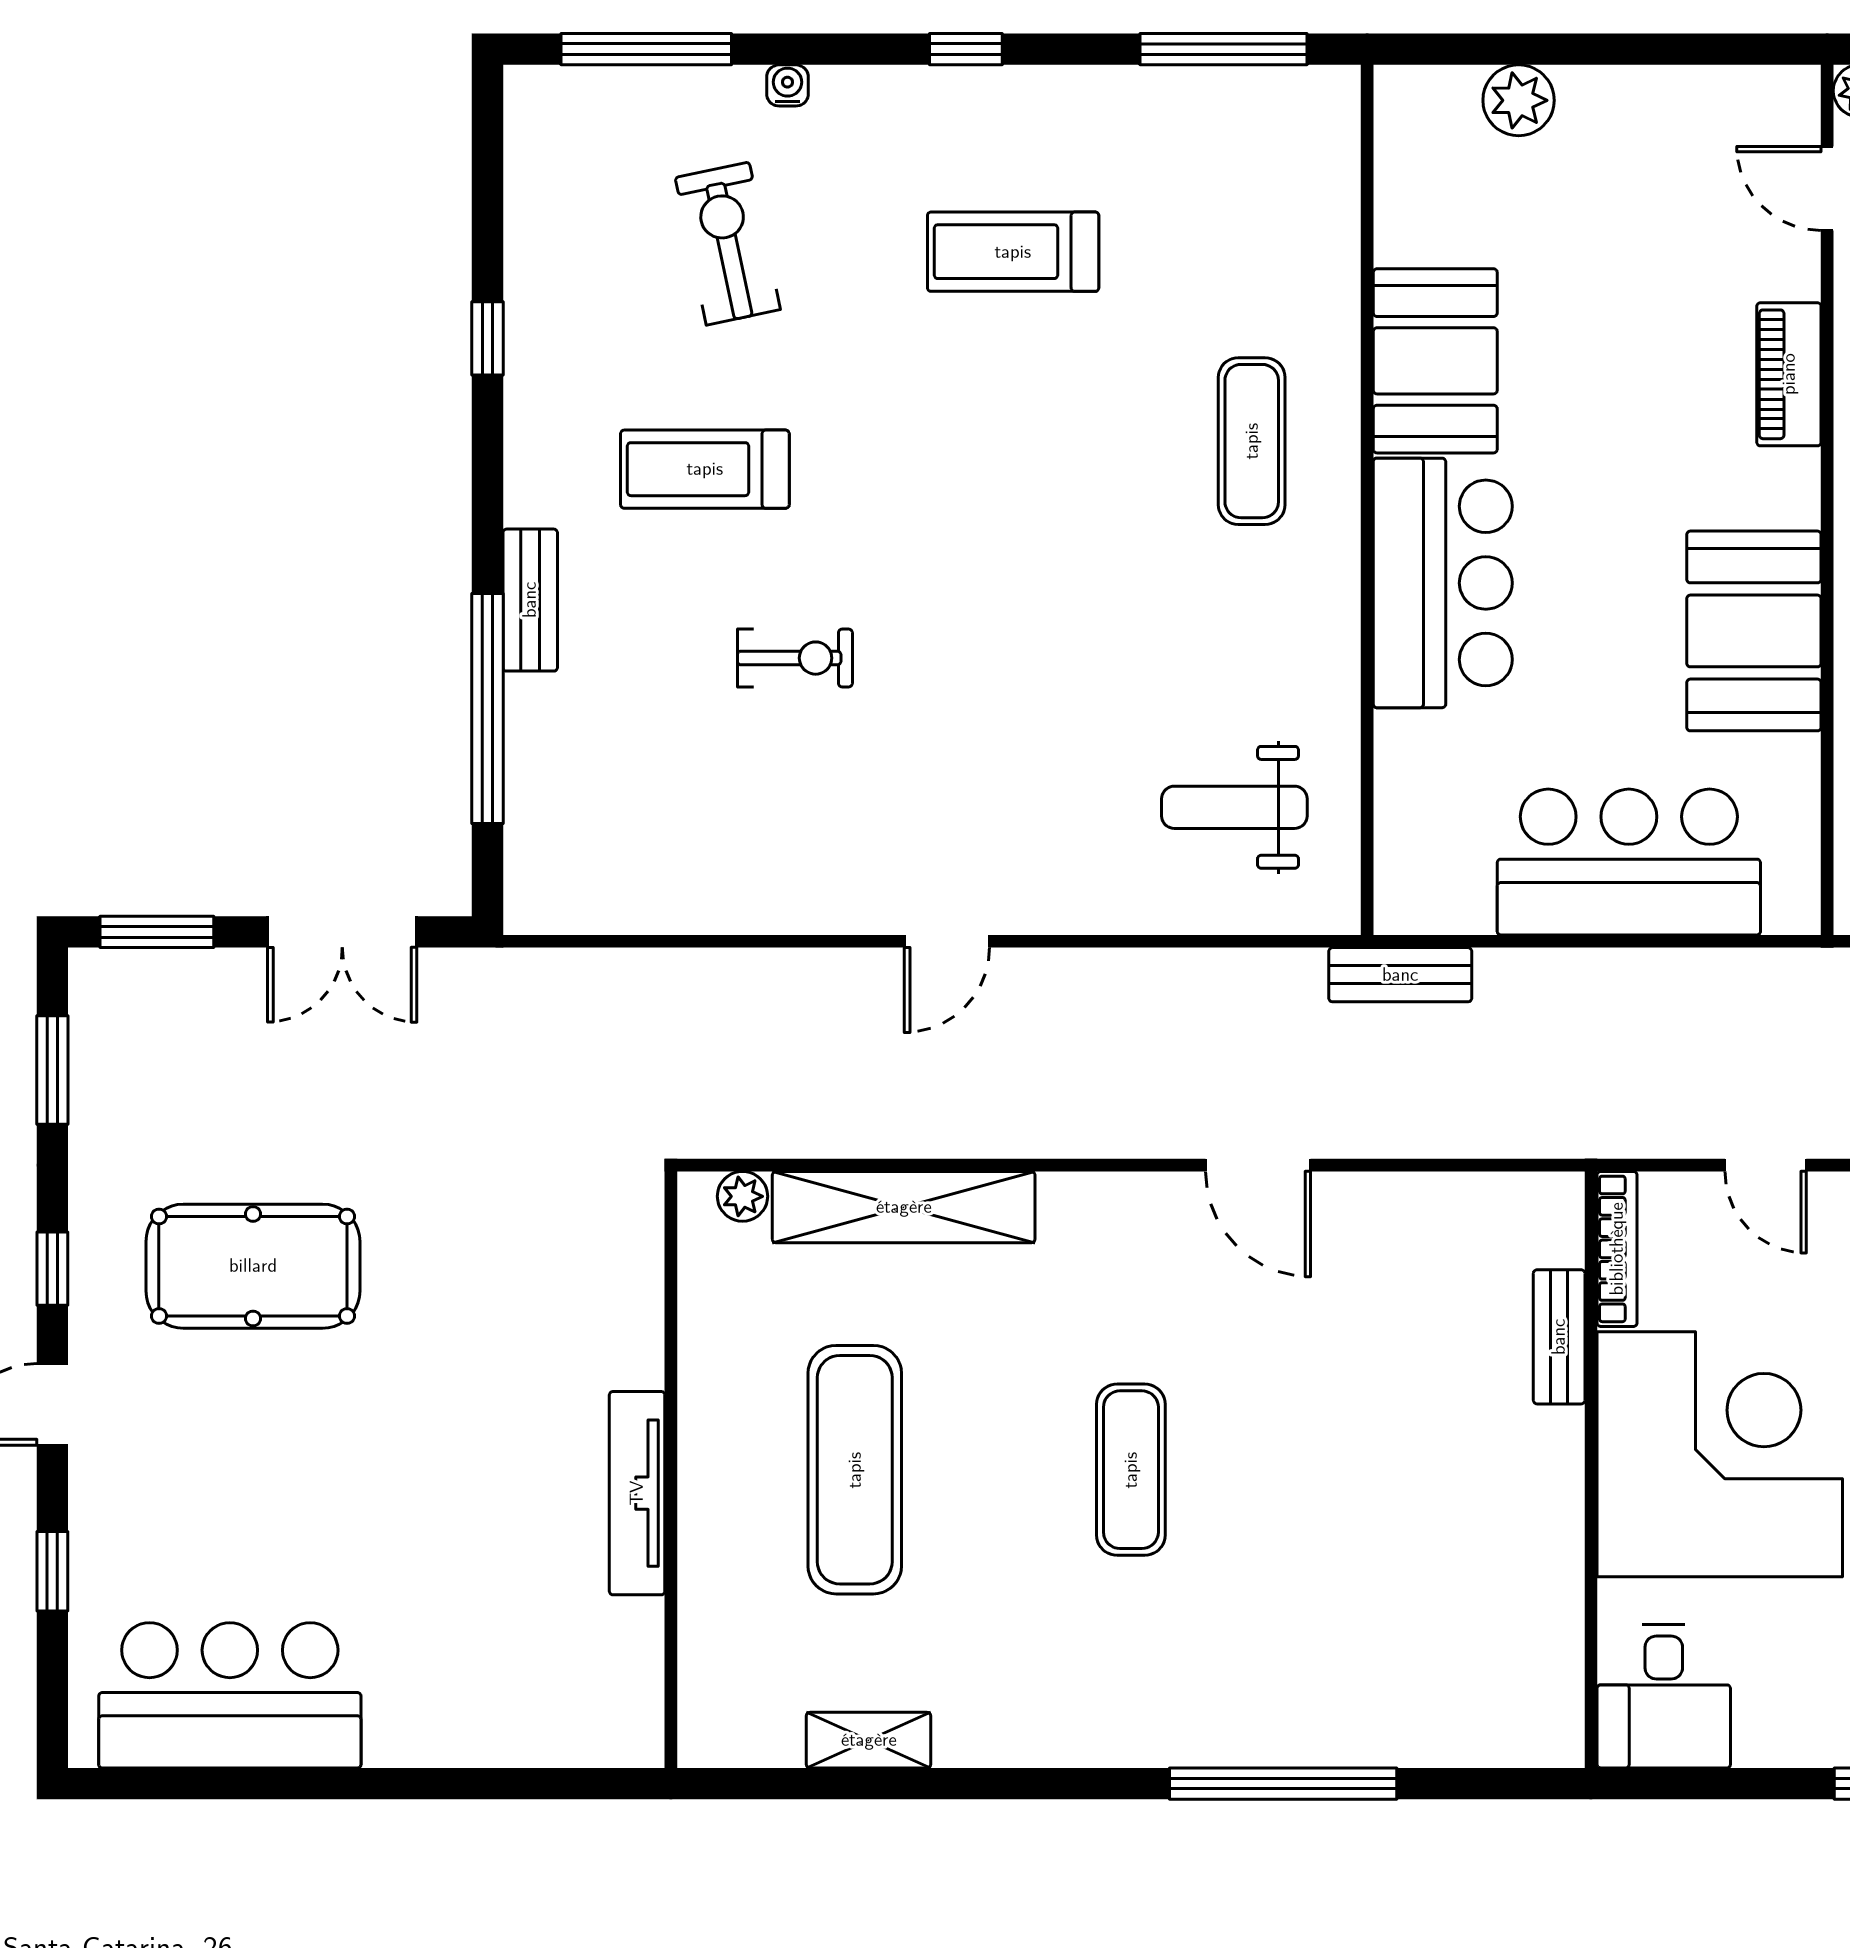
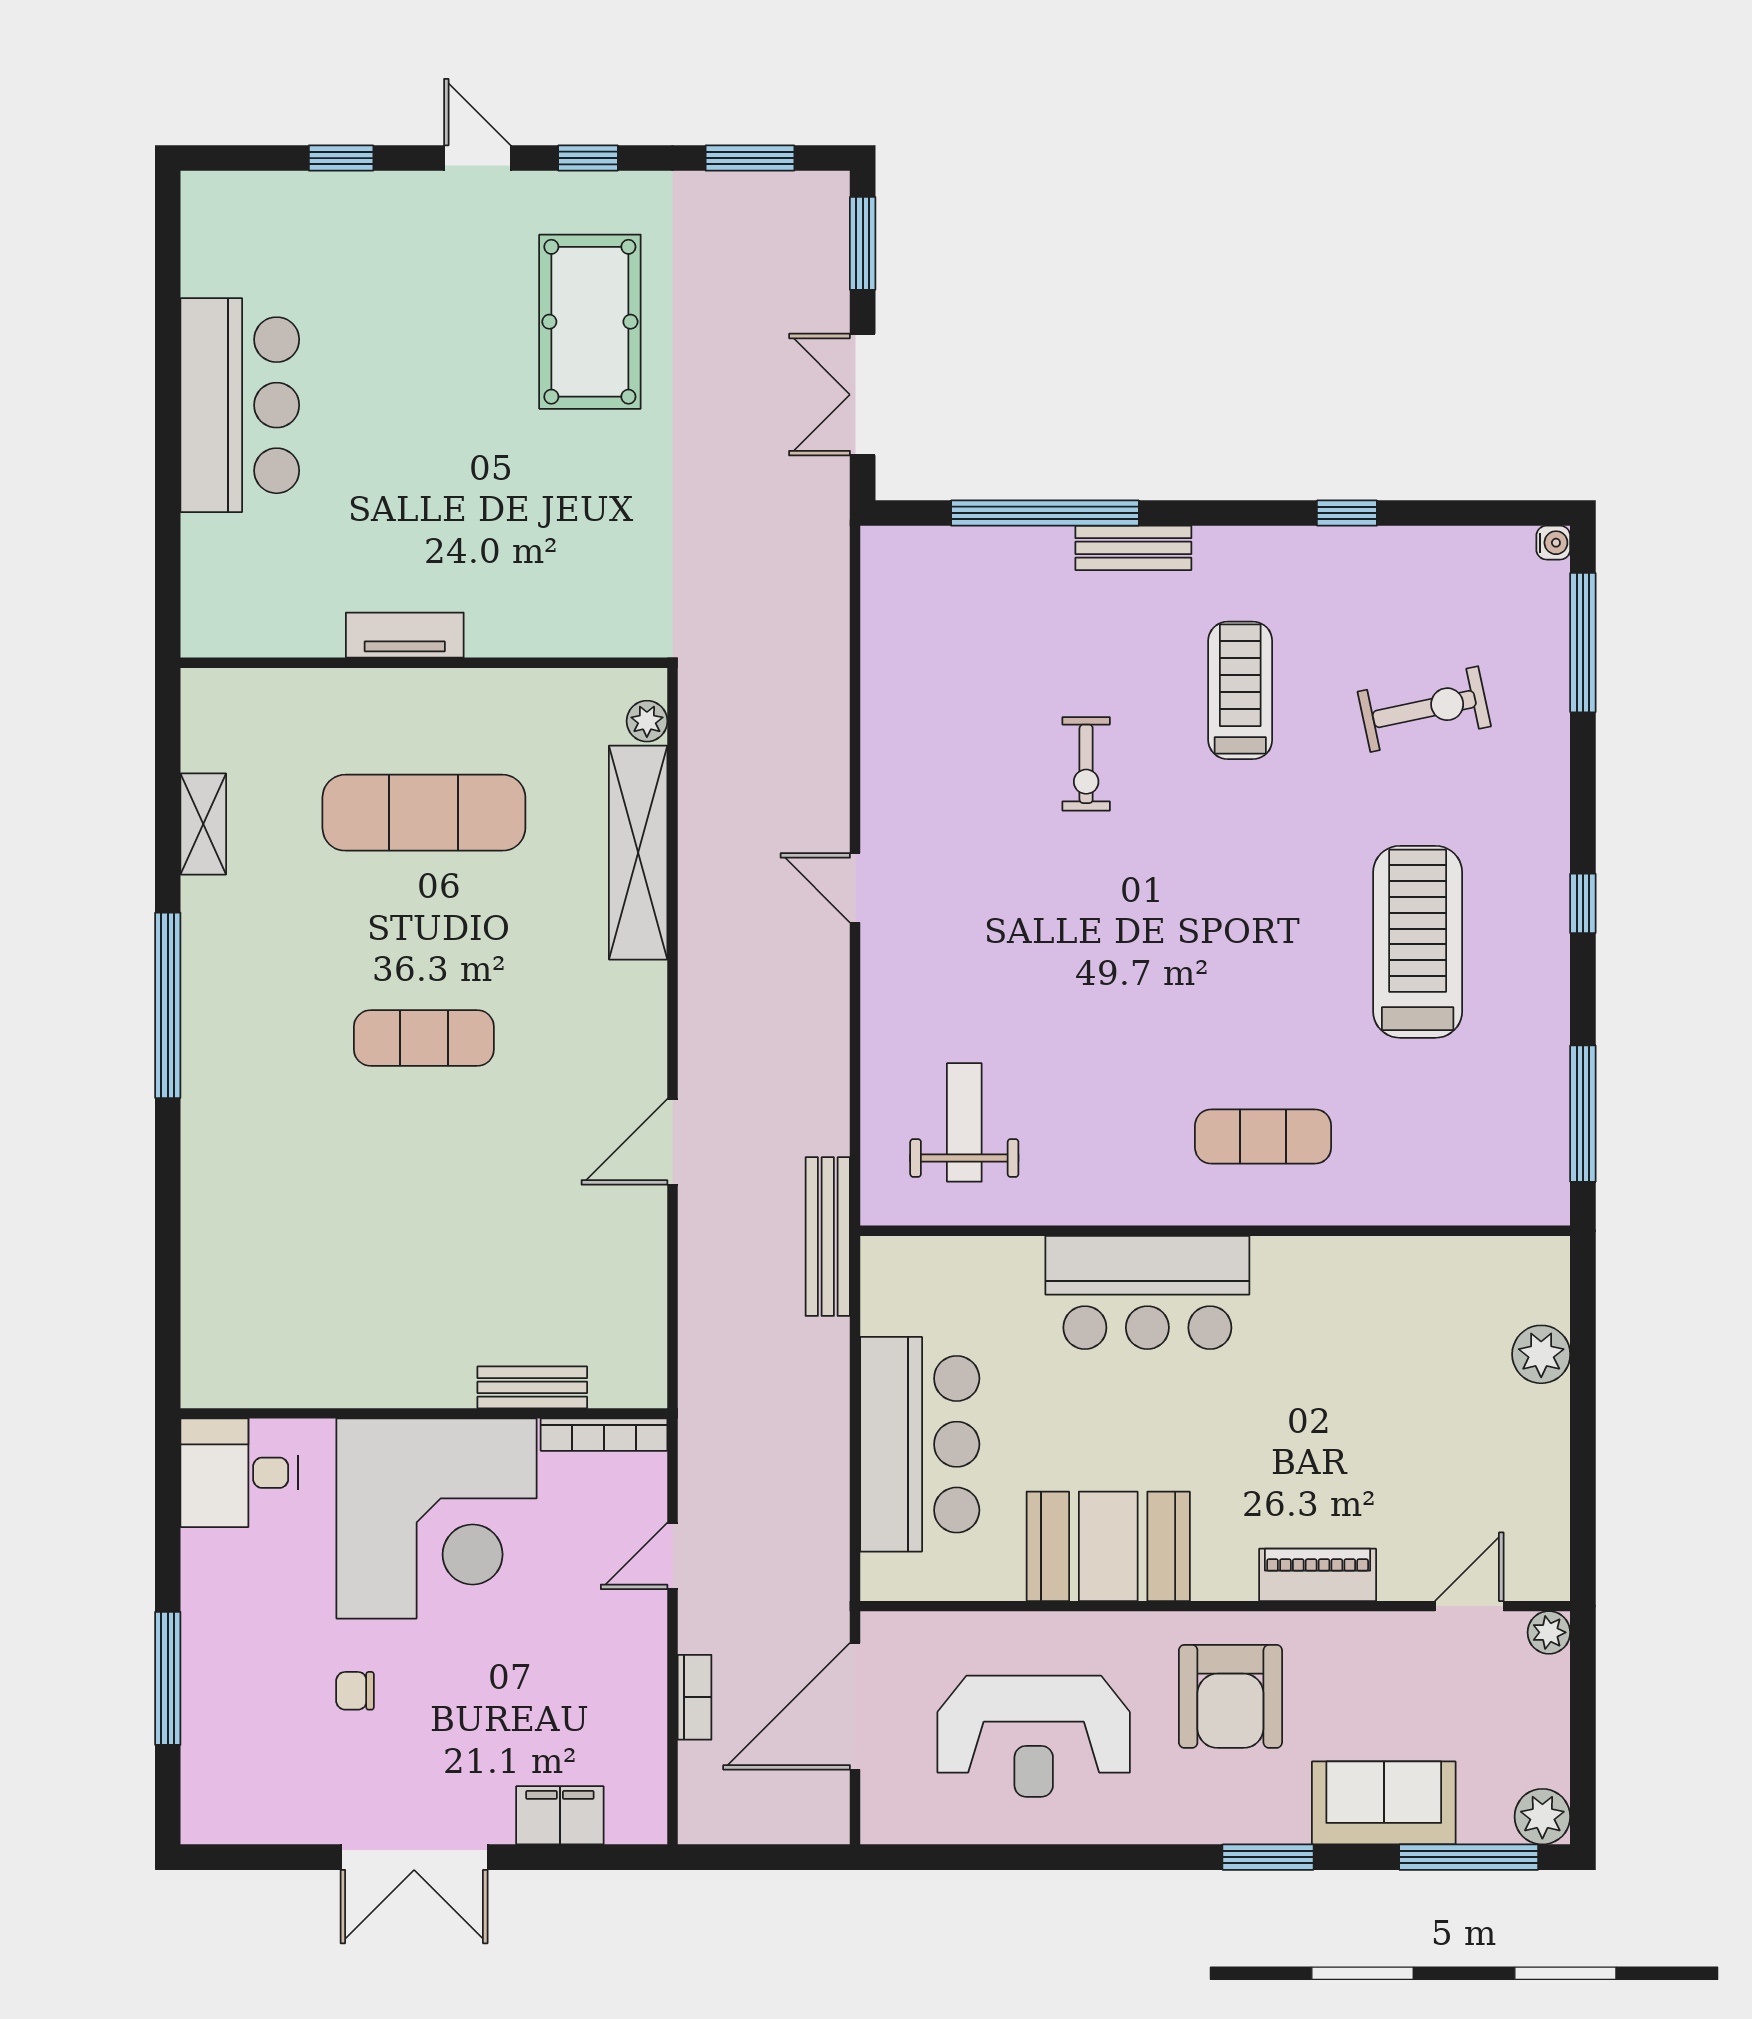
water cooler: (787, 85) -> (1553, 543), moved
treadmill: (1013, 252) -> (1418, 942), width x1.37, depth x1.38
booth: (1435, 361) -> (1329, 1286), removed
bench: (1400, 975) -> (828, 1237), width x1.36
tv unit: (637, 1493) -> (405, 635), width x0.71
bar counter: (230, 1695) -> (240, 405), moved
window: (1283, 1784) -> (168, 1005), moved

